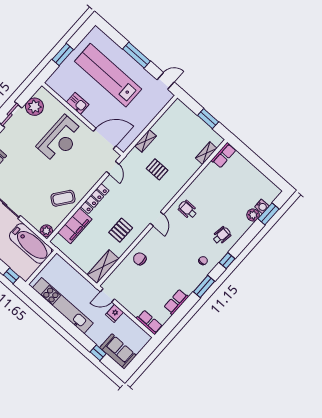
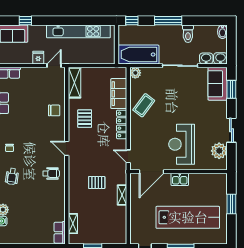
kitchen sink: (78, 103) -> (180, 179), moved

